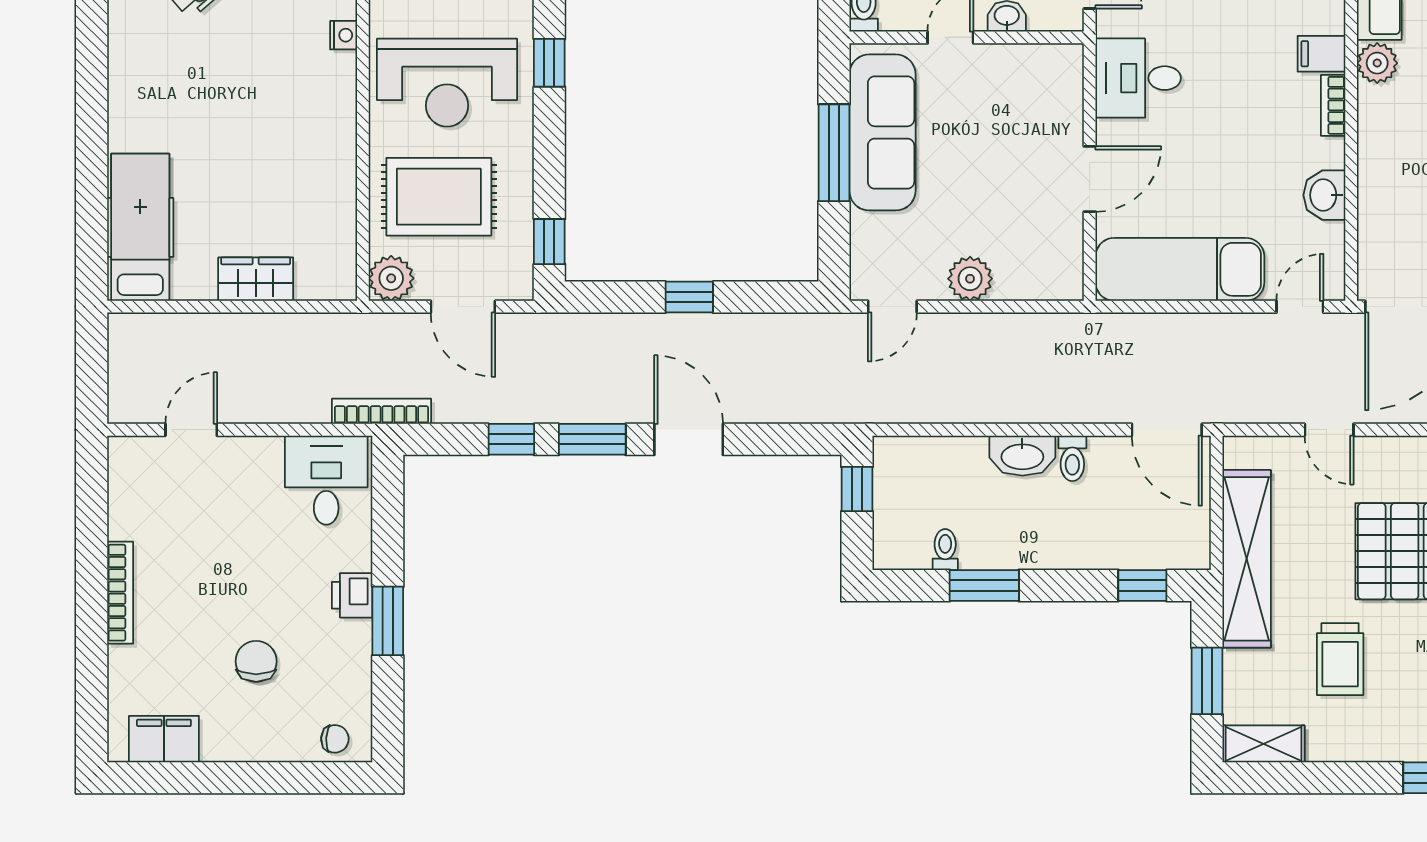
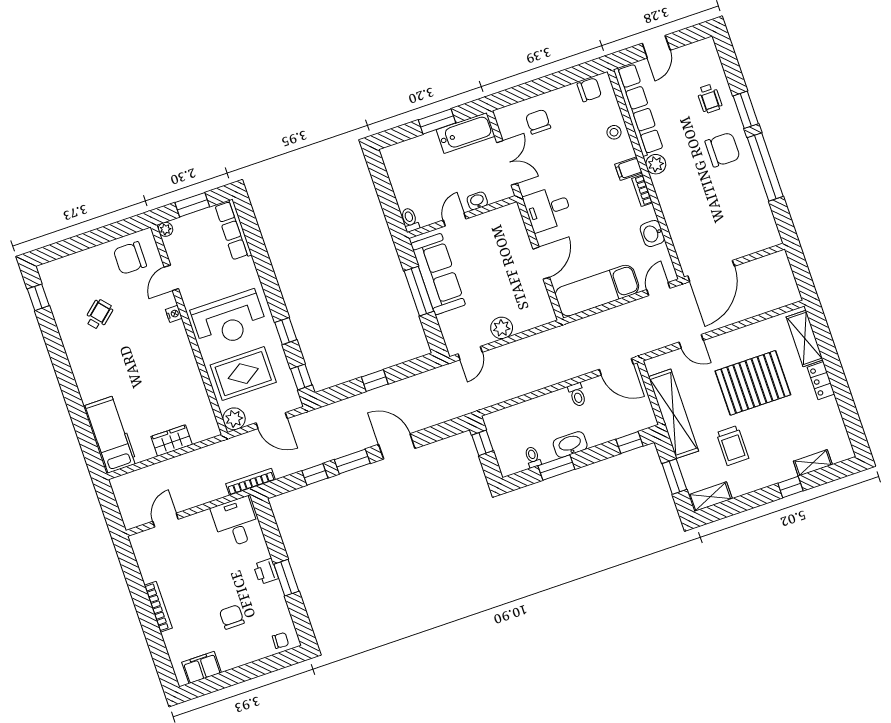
window: (549, 63) -> (286, 331), moved
washbasin: (1022, 456) -> (570, 444), moved, turned 180

